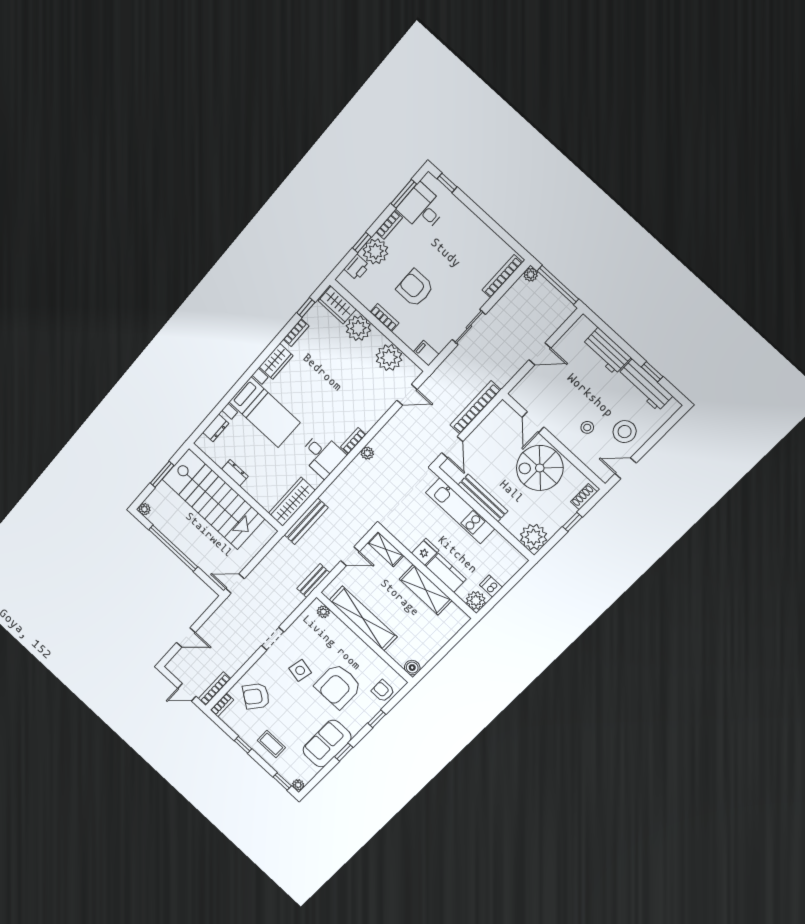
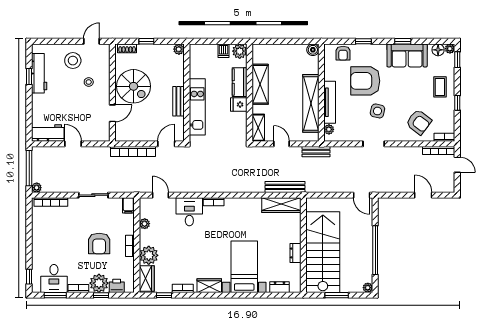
workbench: (606, 351) -> (48, 133), moved, turned -90
plant: (389, 358) -> (145, 224), width x0.53, depth x0.53
plant: (367, 453) -> (213, 188), removed
desk: (322, 455) -> (189, 212), moved
door: (626, 468) -> (91, 41), swing flipped
bench: (483, 498) -> (178, 101), width x0.73
plant: (534, 537) -> (179, 49), width x0.53, depth x0.53
tv unit: (348, 636) -> (330, 102), added
armchair: (338, 686) -> (365, 81), turned 180
floor lamp: (307, 774) -> (438, 50), added

